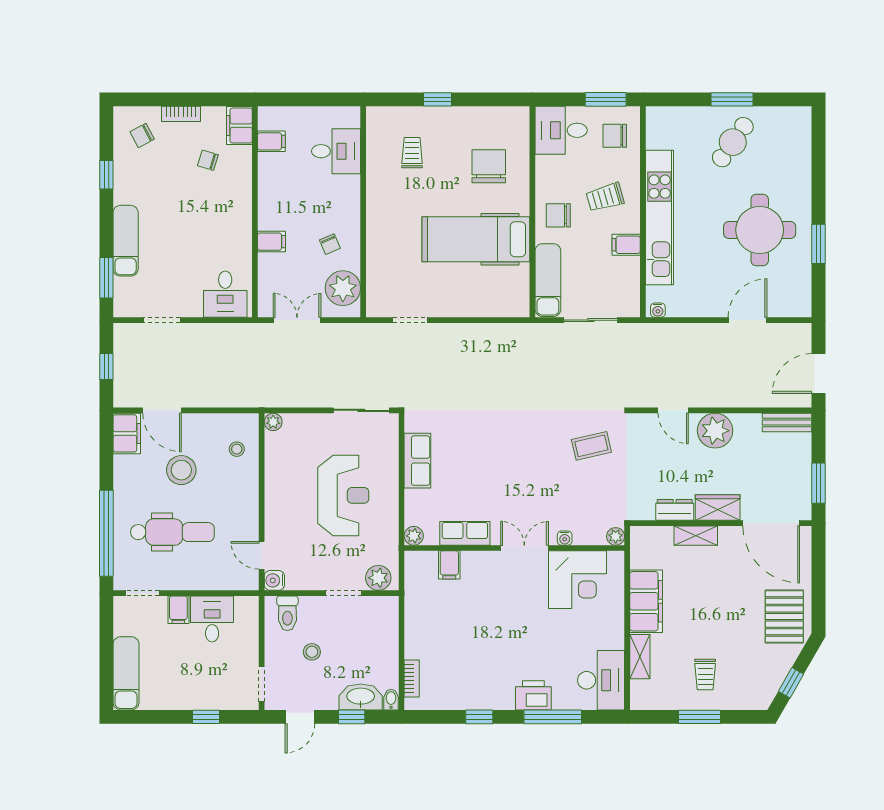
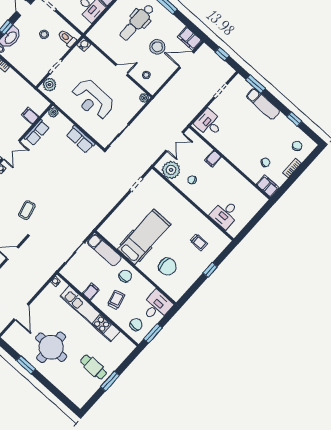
filing cabinet: (271, 141) -> (251, 193), removed
cafe table: (733, 142) -> (94, 367), turned -35
door: (262, 555) -> (122, 70), moved

